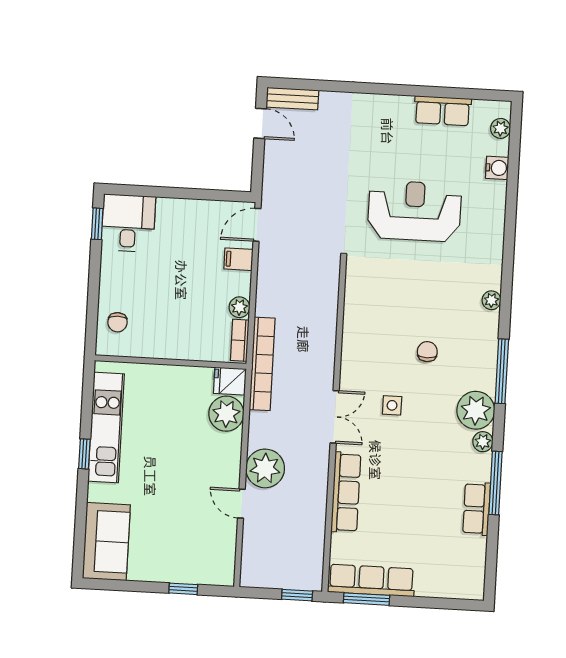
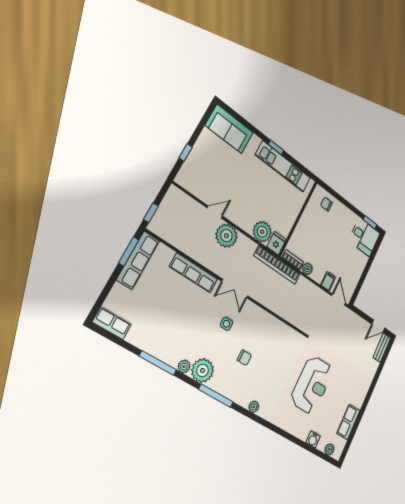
row of seats: (477, 509) -> (112, 323), moved

